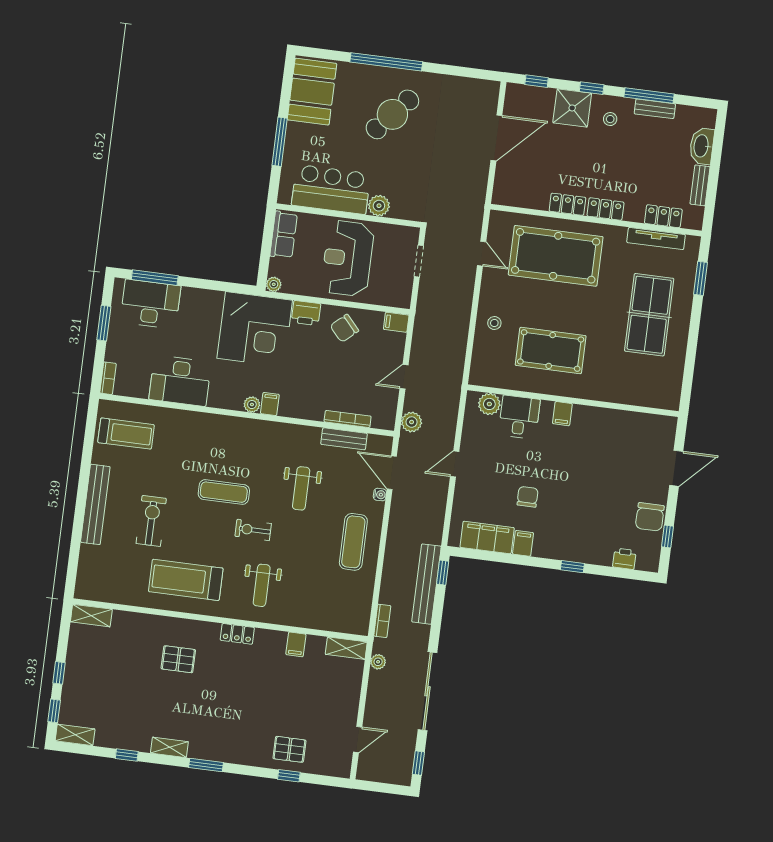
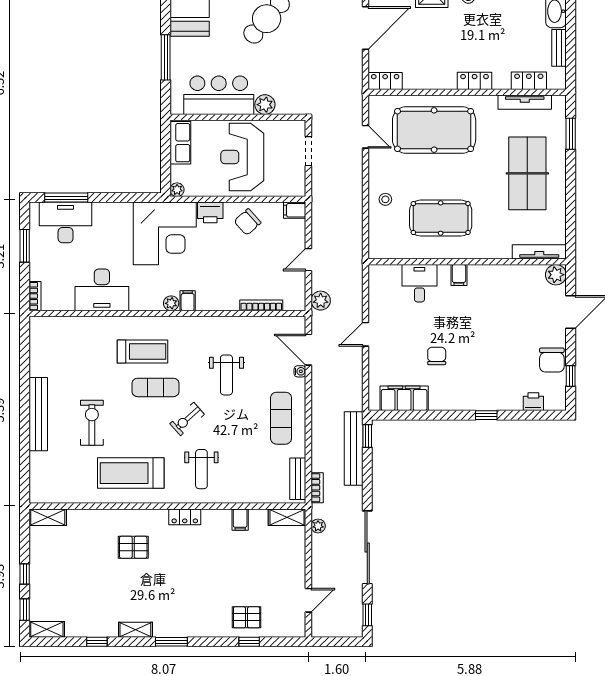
locker: (567, 204) -> (385, 81), moved
tv unit: (651, 400) -> (539, 252), added
plant: (489, 404) -> (556, 275), moved
treadmill: (126, 434) -> (143, 352), moved
bench: (344, 439) -> (298, 479), moved, turned 90
exercise bike: (253, 530) -> (187, 419), turned -42
filing cabinet: (523, 543) -> (438, 399), removed

